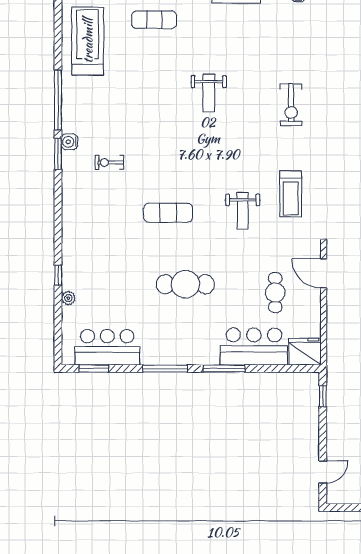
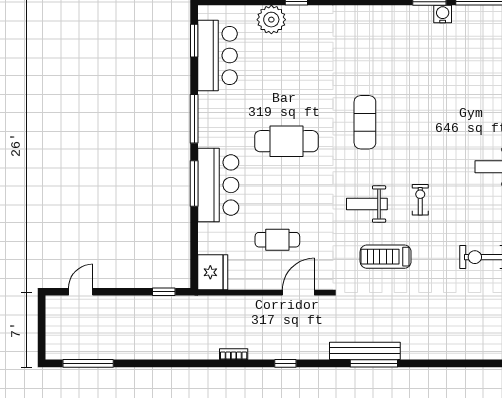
exercise bike: (109, 162) -> (420, 200), moved
cafe table: (185, 284) -> (286, 141), turned 90
plant: (68, 298) -> (271, 20), width x1.87, depth x1.87
bar counter: (254, 347) -> (218, 185), moved
door: (323, 472) -> (81, 292), swing flipped

